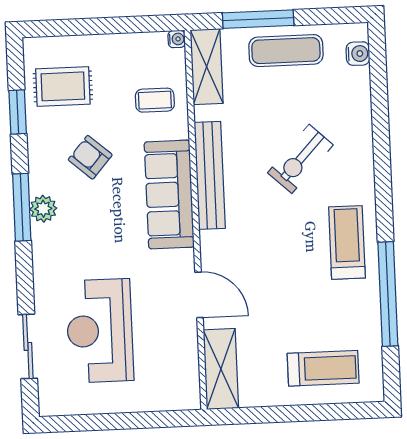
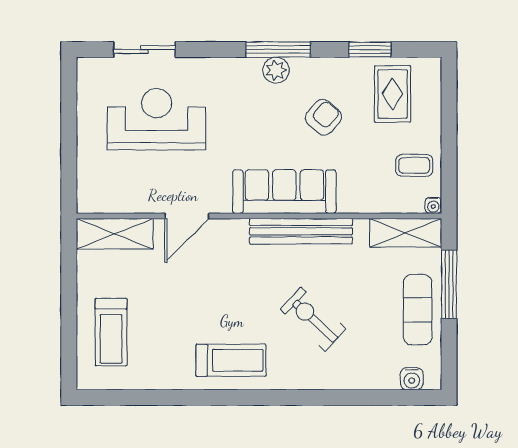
coffee table: (155, 100) -> (414, 165), moved, turned 90
window: (388, 294) -> (180, 397), removed

